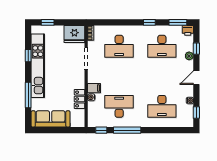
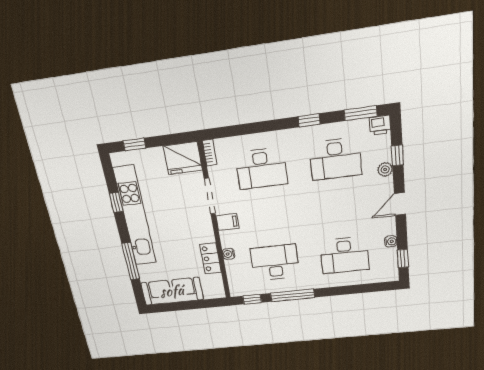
filing cabinet: (94, 88) -> (227, 222), moved

